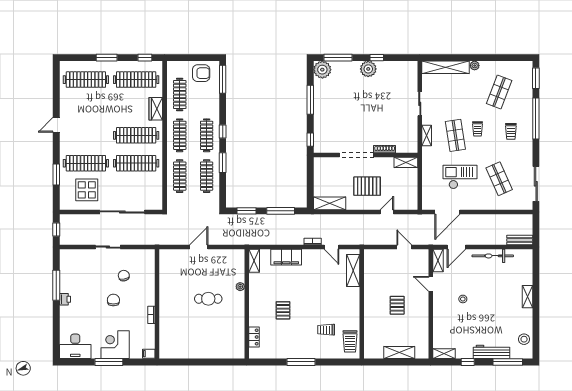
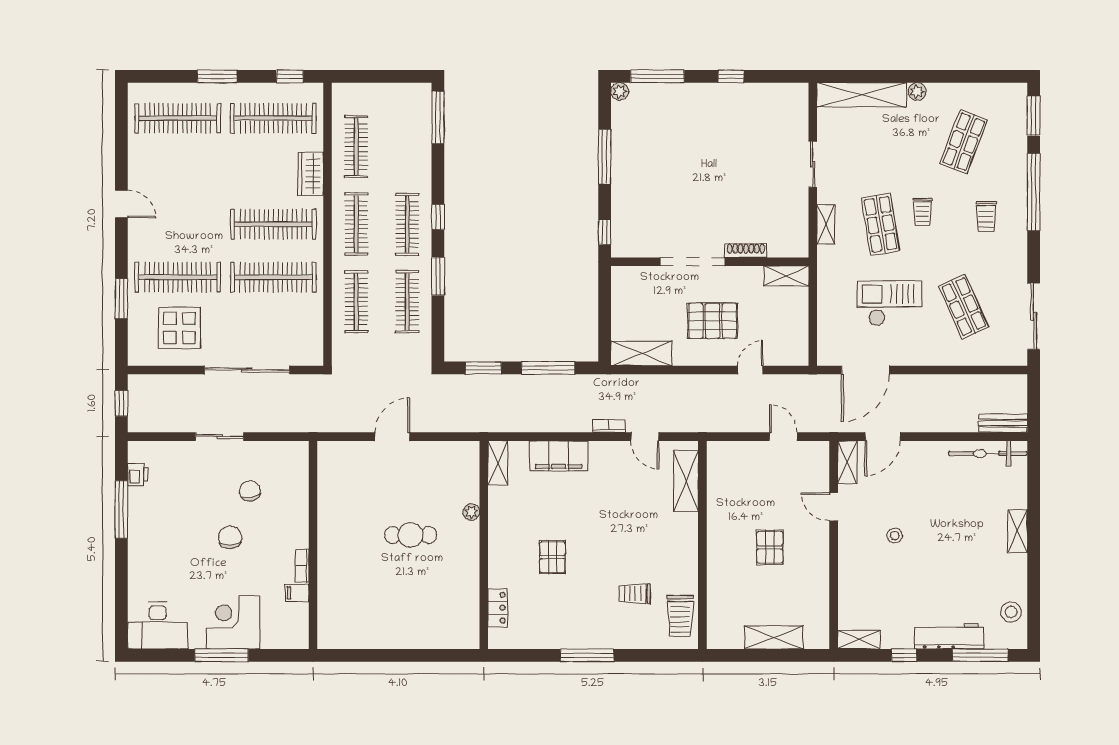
plant: (368, 69) -> (715, 98), removed
plant: (322, 70) -> (620, 91), width x0.53, depth x0.53
armchair: (201, 73) -> (397, 106), removed
door: (56, 125) -> (121, 204), swing flipped
bicycle: (493, 256) -> (988, 454), moved
printer: (65, 299) -> (138, 474), moved
filing cabinet: (149, 354) -> (297, 593), moved

